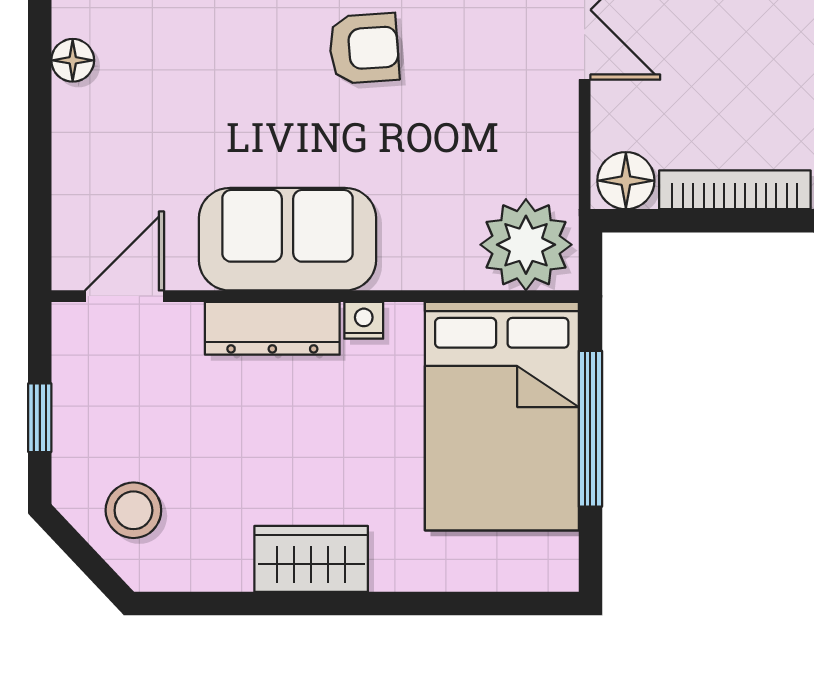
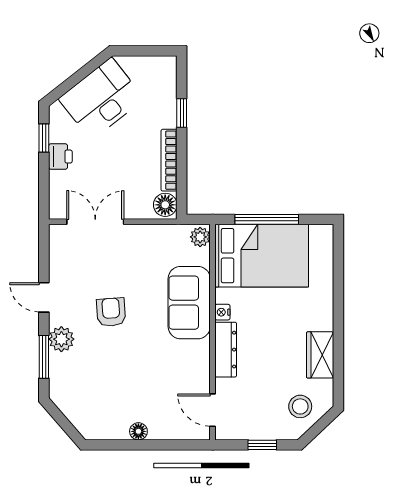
floor lamp: (73, 60) -> (138, 431), moved
sofa: (288, 239) -> (189, 303), moved
plant: (526, 245) -> (200, 237), width x0.53, depth x0.53
wardrobe: (311, 559) -> (320, 355), moved

